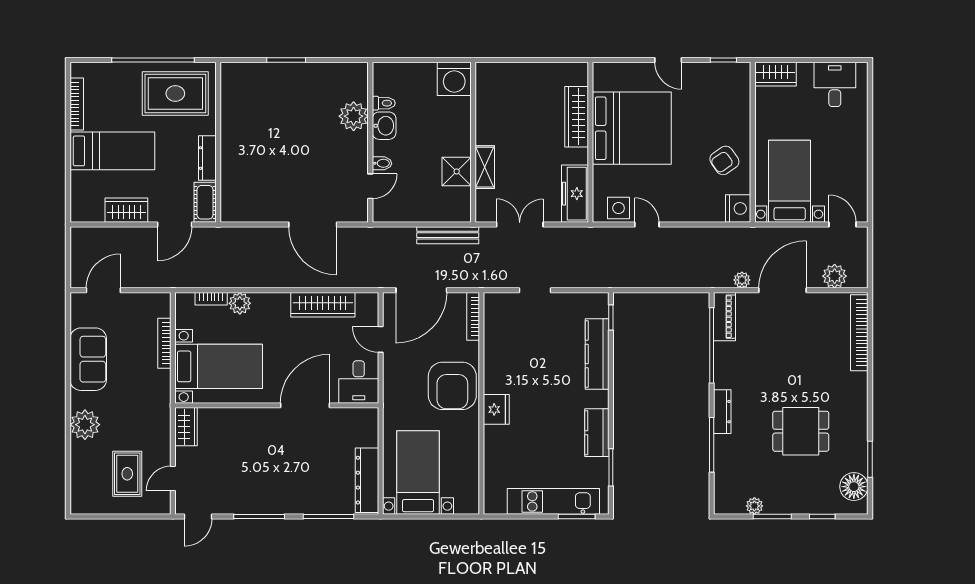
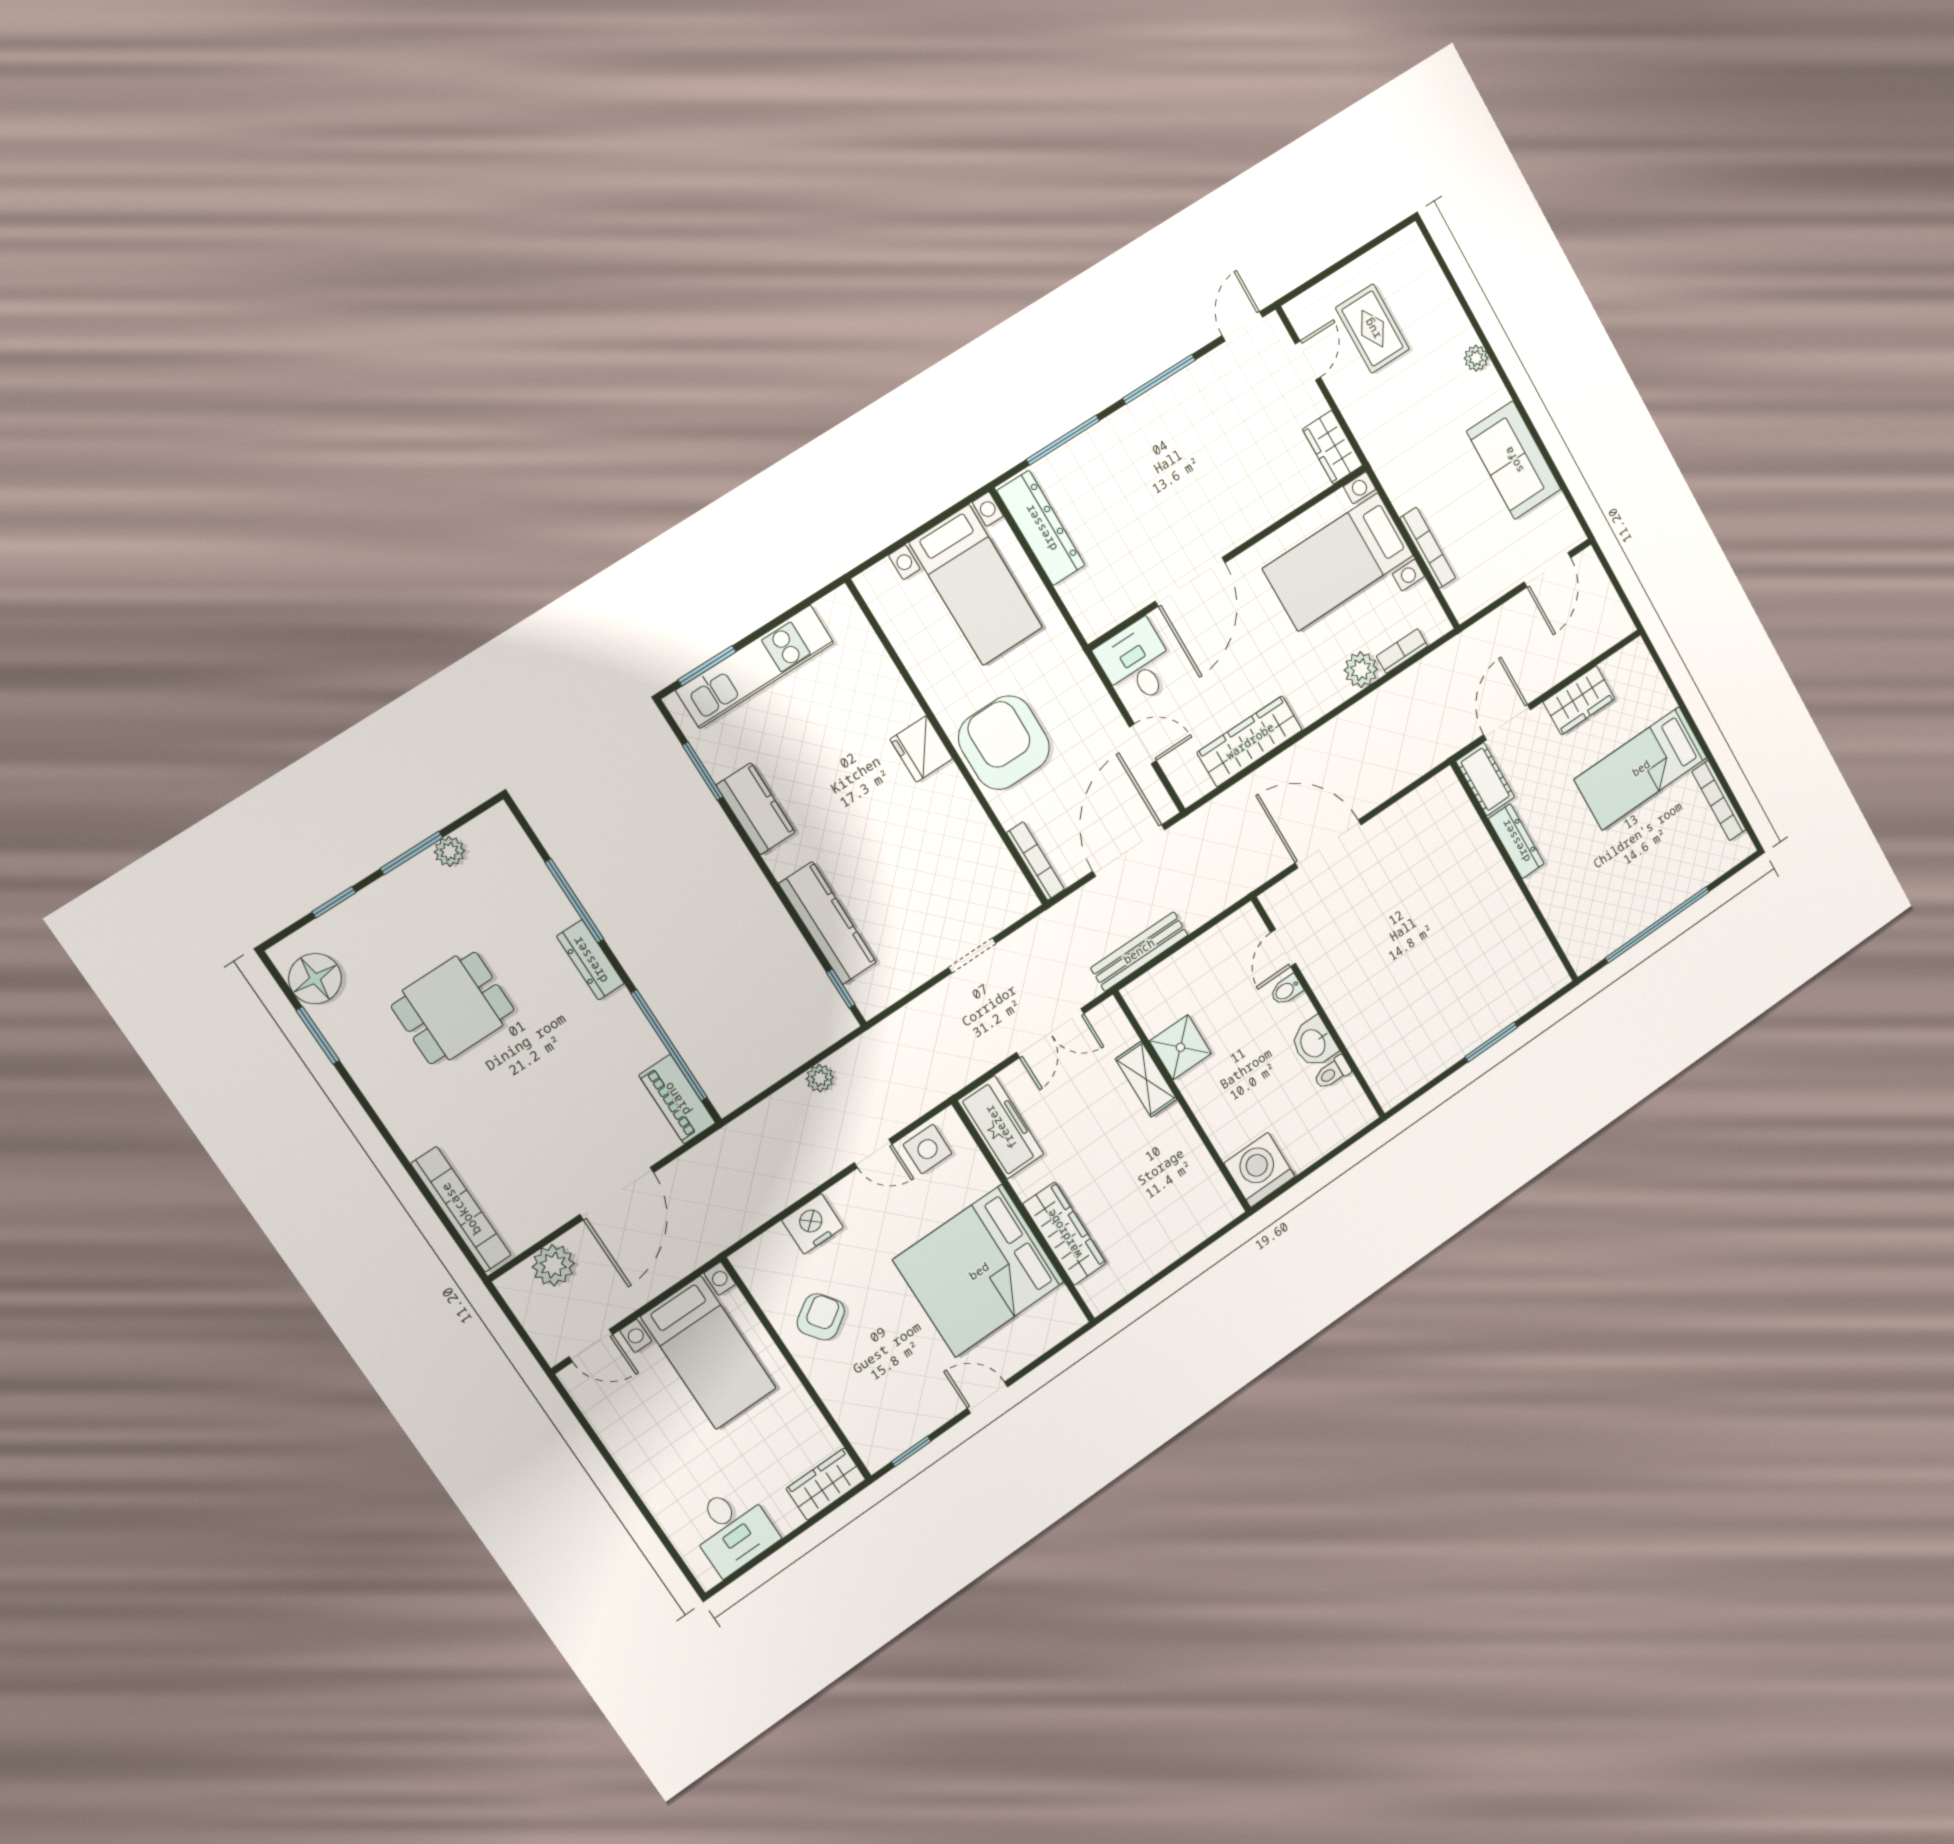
rug: (175, 94) -> (1605, 900), removed
plant: (354, 116) -> (1361, 1028), removed
nightstand: (738, 208) -> (813, 1224), moved, turned 90
plant: (742, 280) -> (820, 1078), moved
plant: (85, 425) -> (1476, 358), width x0.53, depth x0.53

